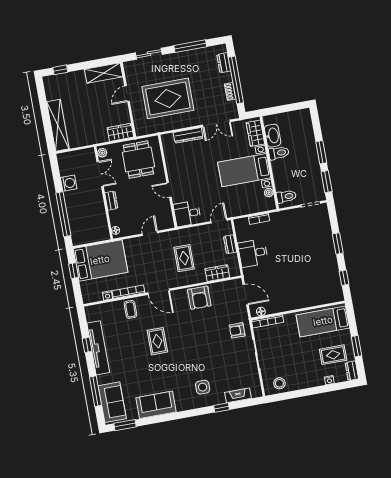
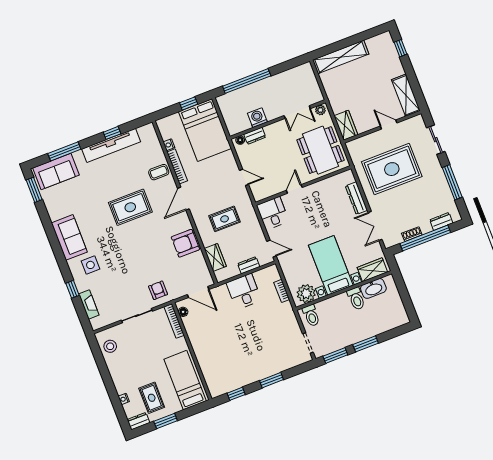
rug: (168, 98) -> (392, 169), turned 90
dining table: (138, 160) -> (320, 150), width x1.37
washing machine: (69, 183) -> (257, 118), moved, turned 180
plant: (269, 193) -> (306, 294), width x1.88, depth x1.88
dresser: (111, 201) -> (255, 136), moved
door: (246, 295) -> (198, 292), hinge flipped
rug: (157, 341) -> (130, 207), width x1.36, depth x1.43
sofa: (156, 405) -> (69, 237), moved

